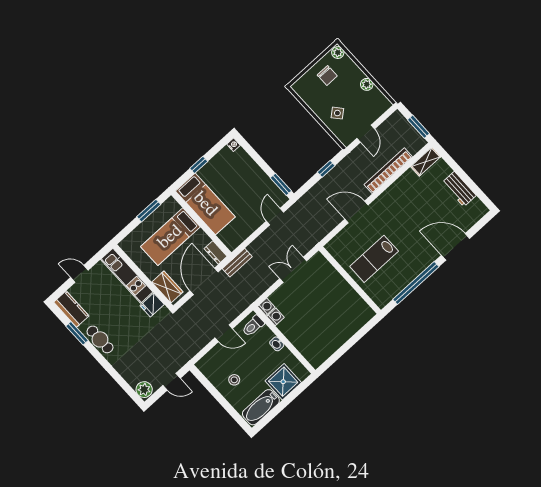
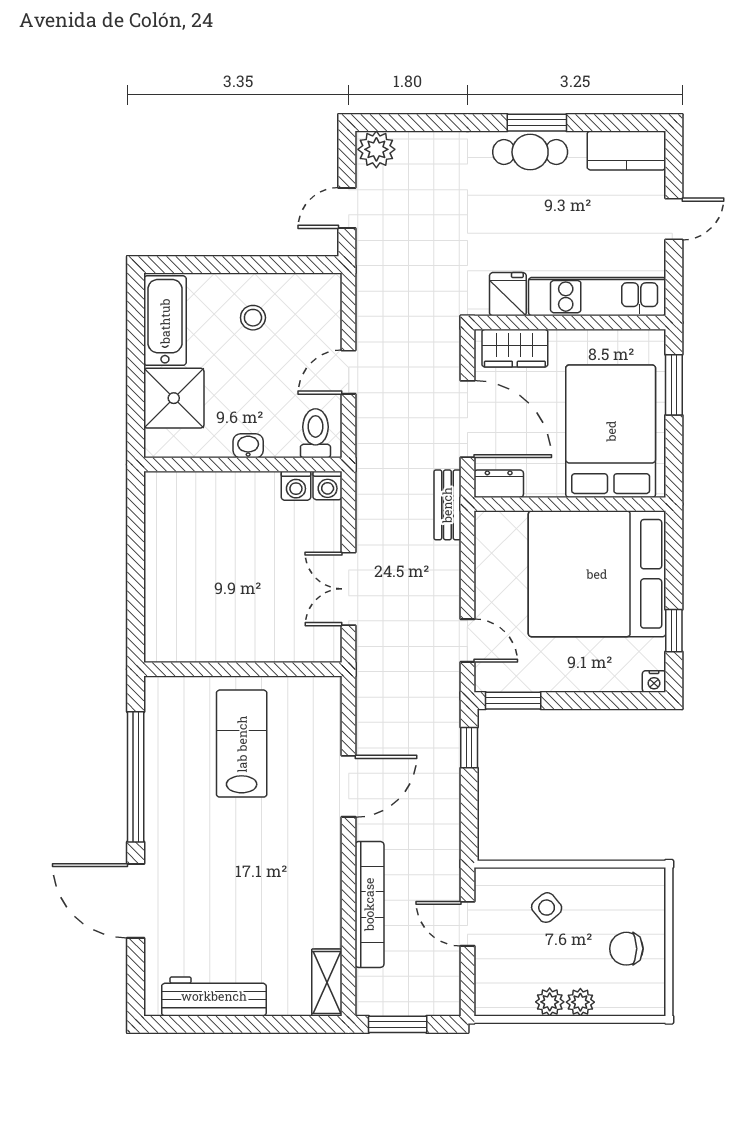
plant: (338, 53) -> (580, 1002), moved
window: (199, 165) -> (674, 631), moved
window: (326, 169) -> (469, 748), moved
workbench: (459, 189) -> (214, 996), width x1.37
bed: (205, 204) -> (597, 574), width x2.04
window: (149, 211) -> (674, 385), moved
bed: (170, 237) -> (611, 431), width x1.50
door: (456, 247) -> (136, 901), swing flipped
double door: (293, 270) -> (349, 589), swing flipped
window: (77, 333) -> (537, 123), moved

